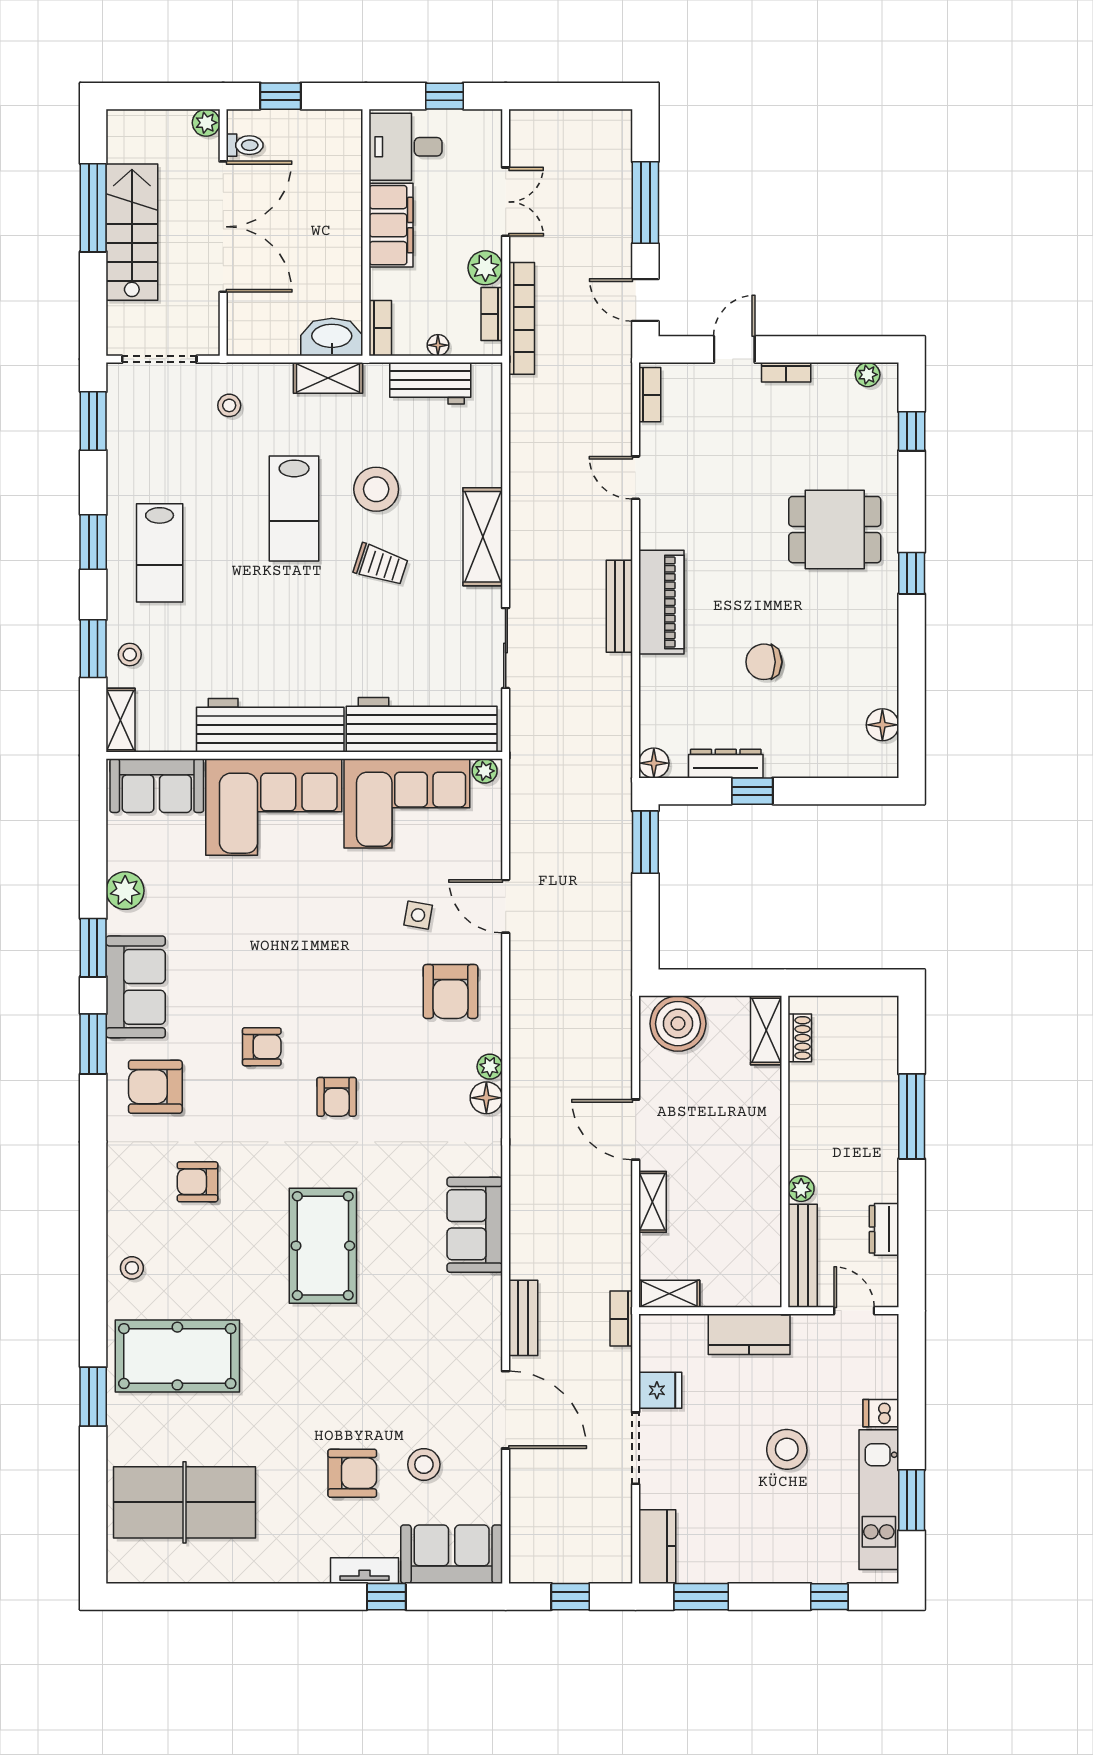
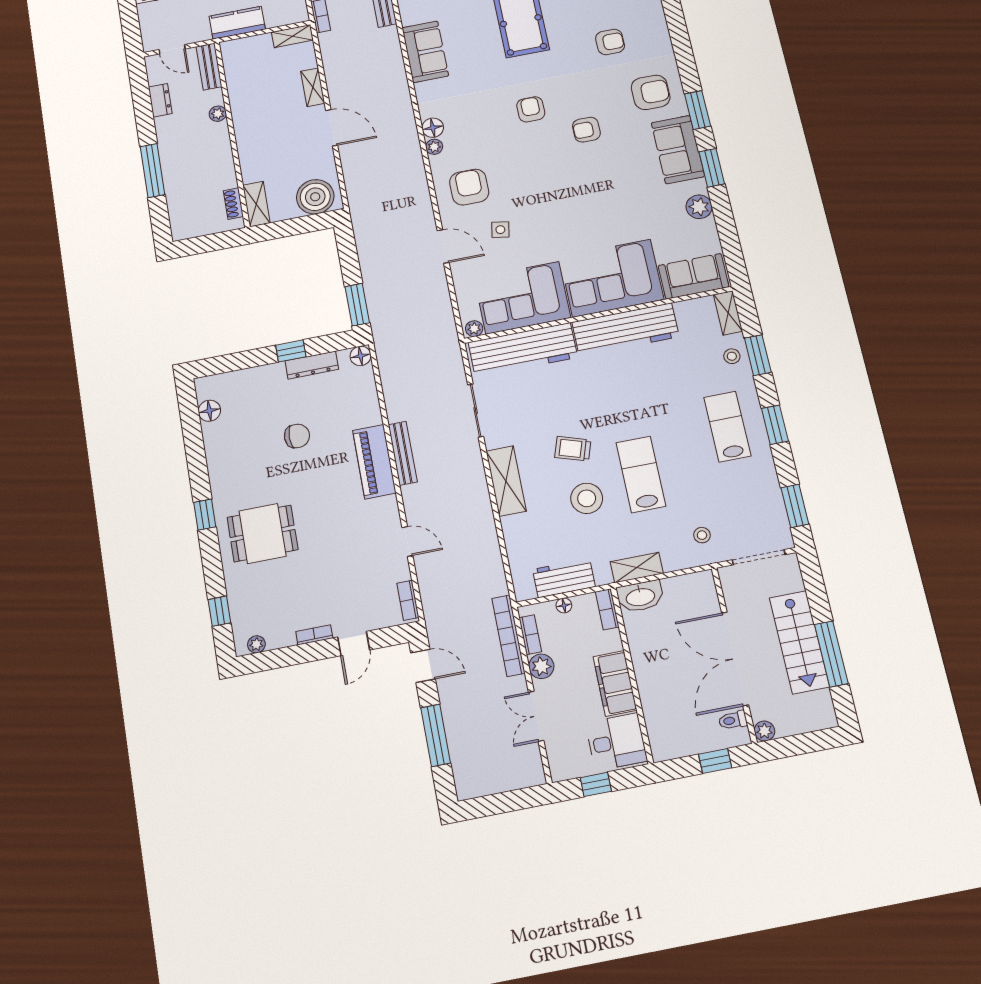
bench: (803, 1256) -> (209, 67), width x0.73

